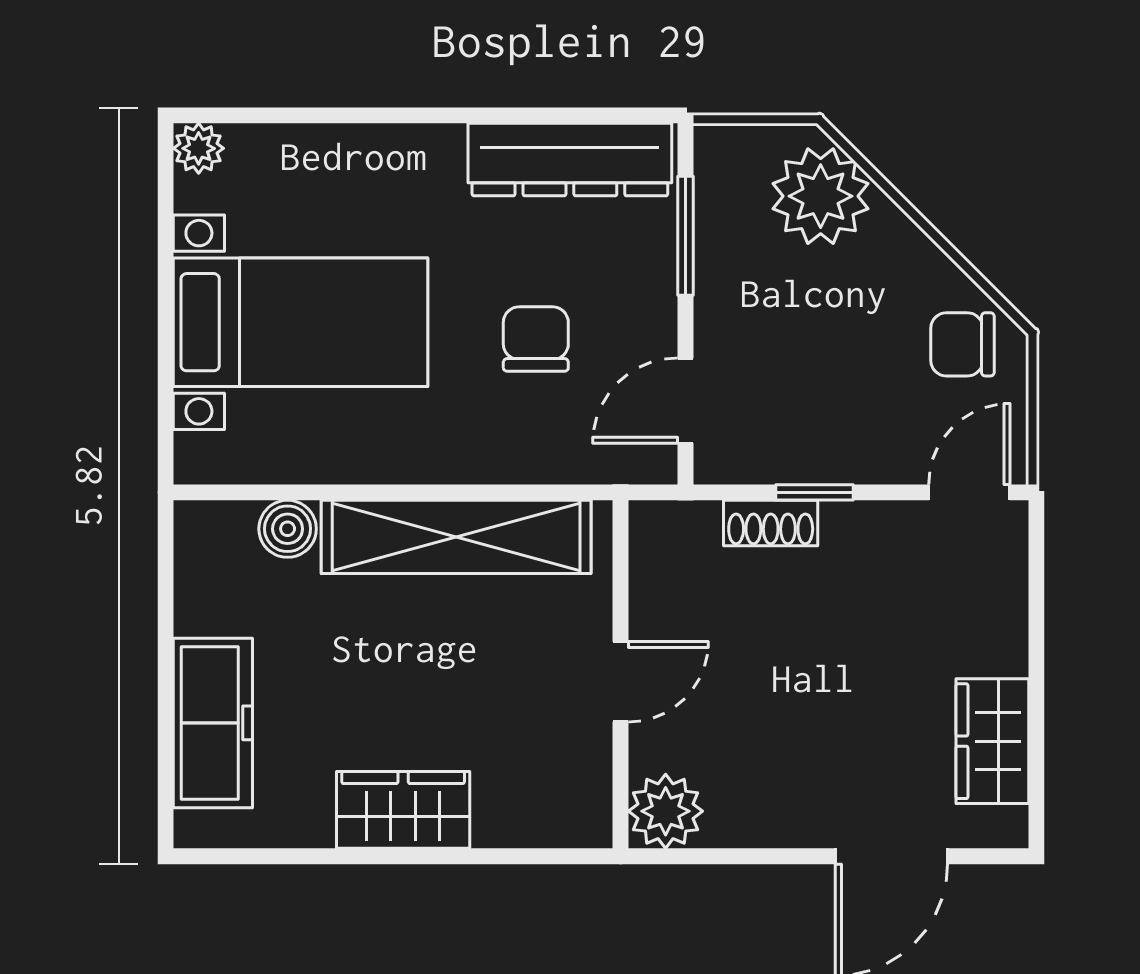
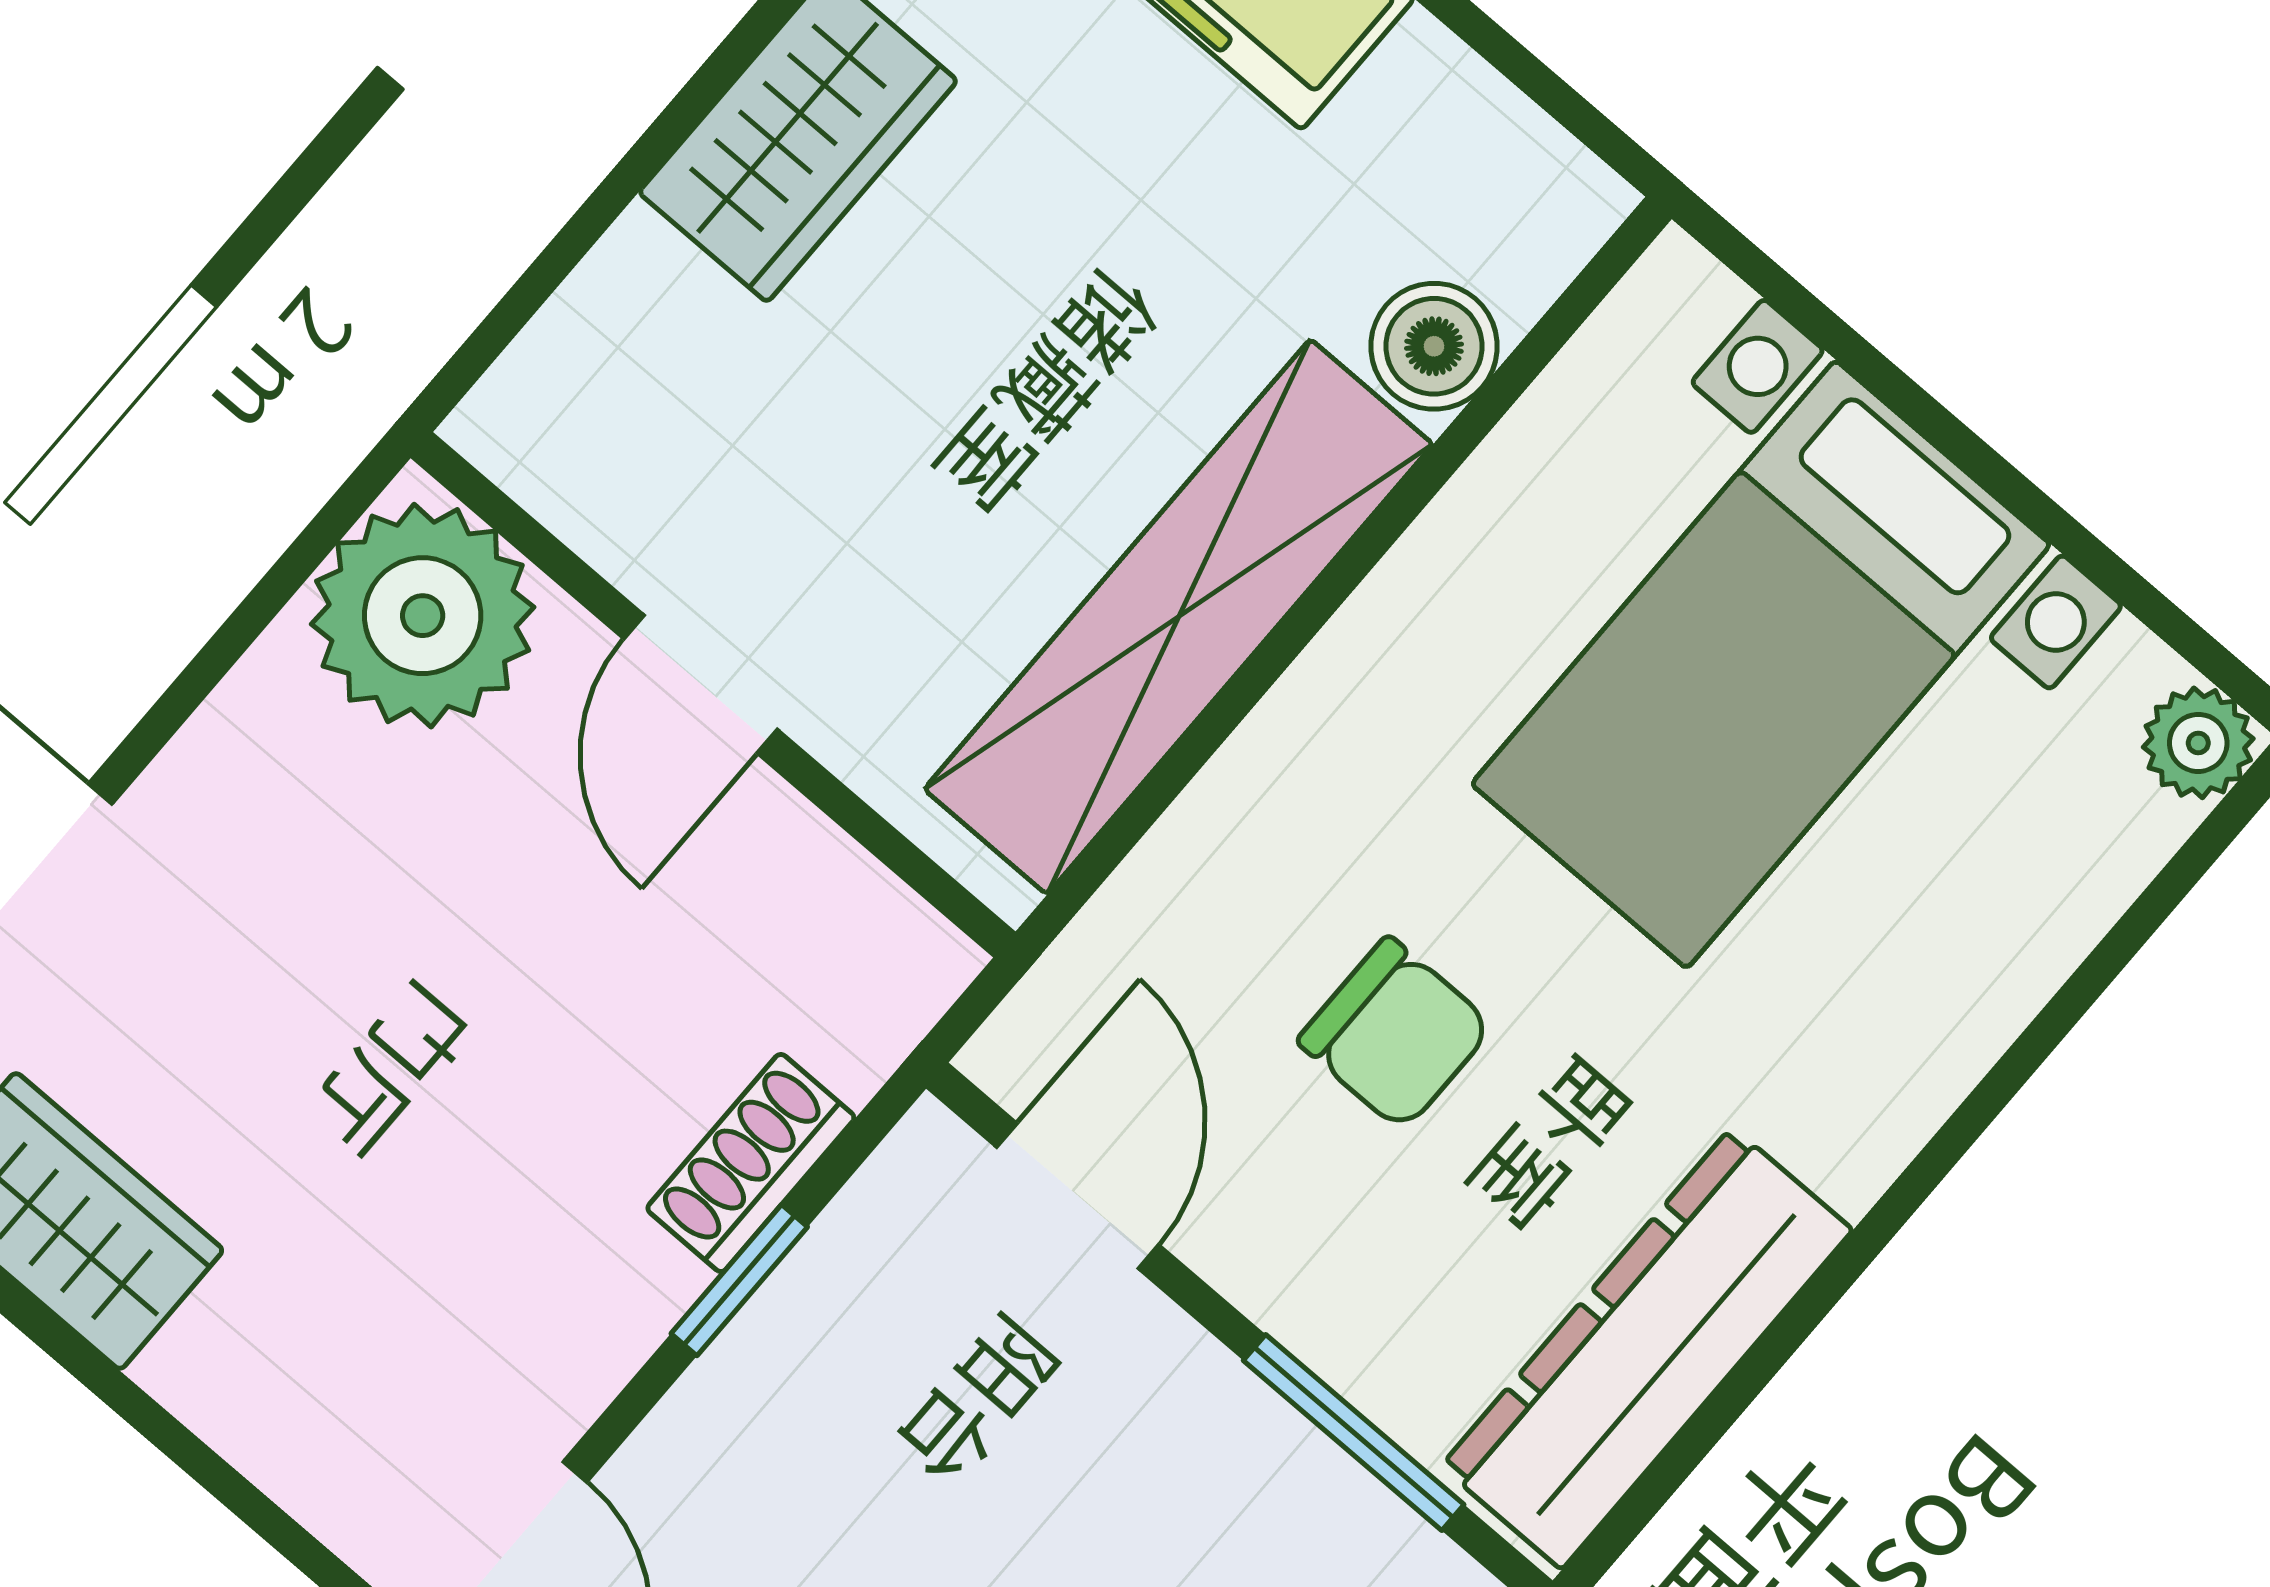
plant: (666, 811) -> (423, 616), width x1.36, depth x1.36

